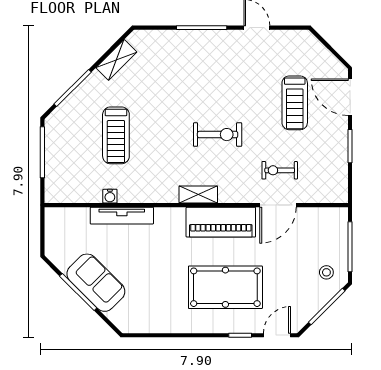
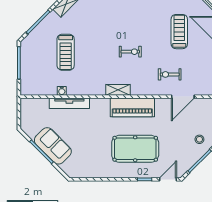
treadmill: (295, 103) -> (179, 32), turned 180
exercise bike: (218, 135) -> (130, 52), width x0.73, depth x0.72
door: (278, 205) -> (183, 97), moved

